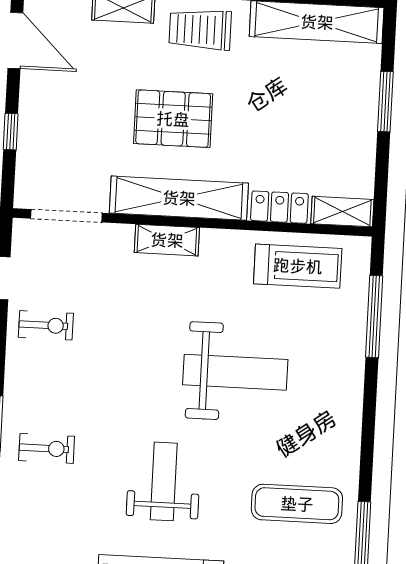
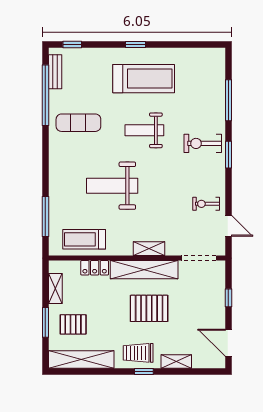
trolley: (200, 30) -> (138, 353), turned 180
pallet: (329, 94) -> (73, 324), added
shelving: (342, 212) -> (55, 288), moved, turned 90
exercise bike: (47, 448) -> (203, 143), width x1.38, depth x1.39
weight bench: (164, 481) -> (144, 130), turned 90

